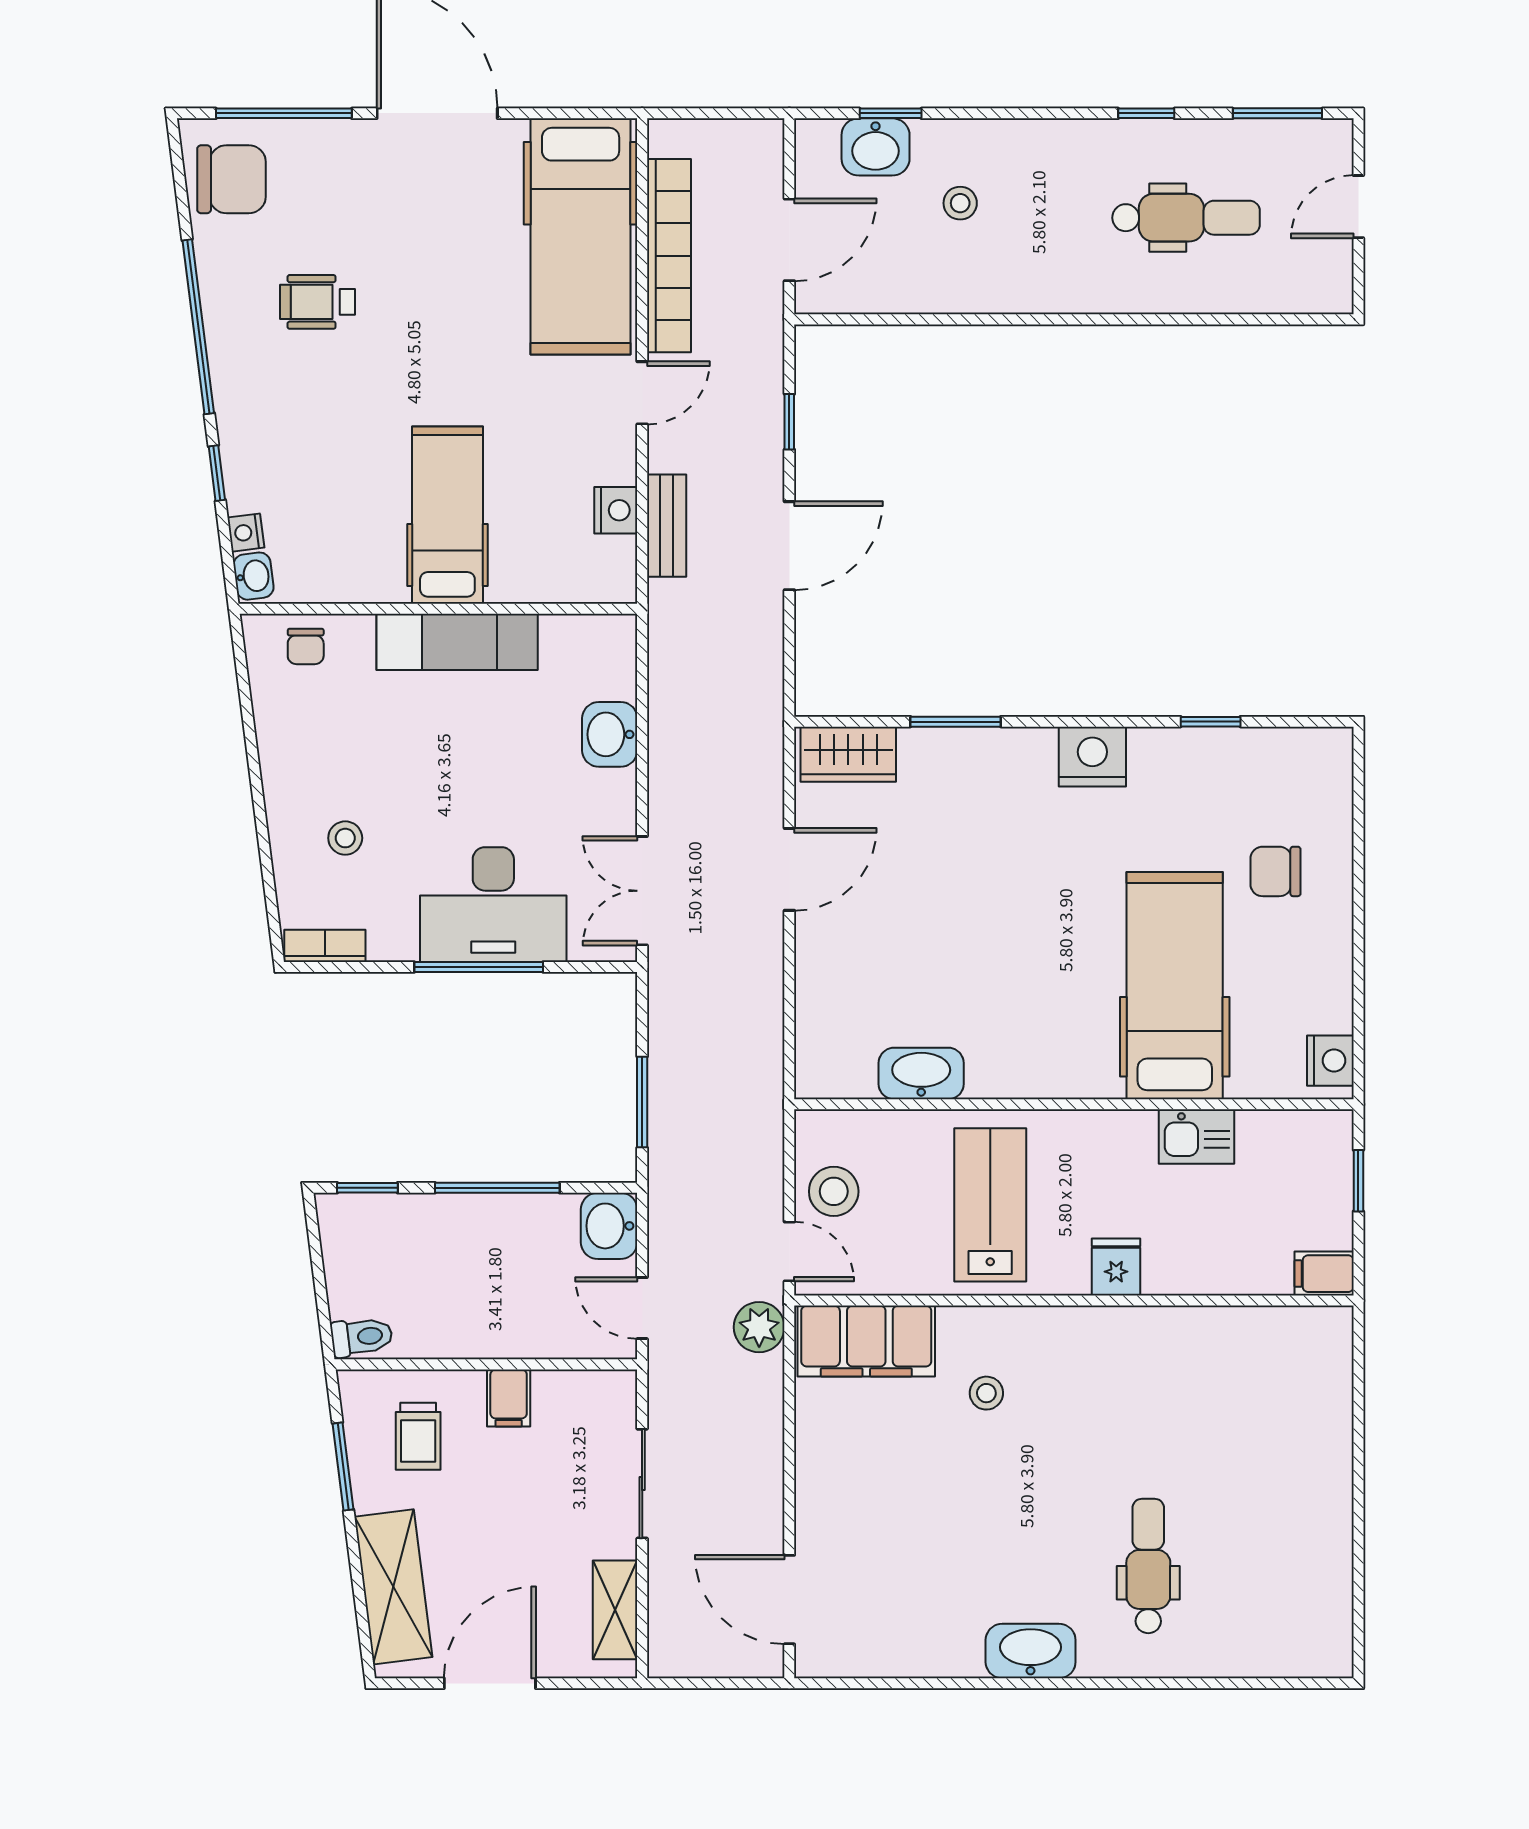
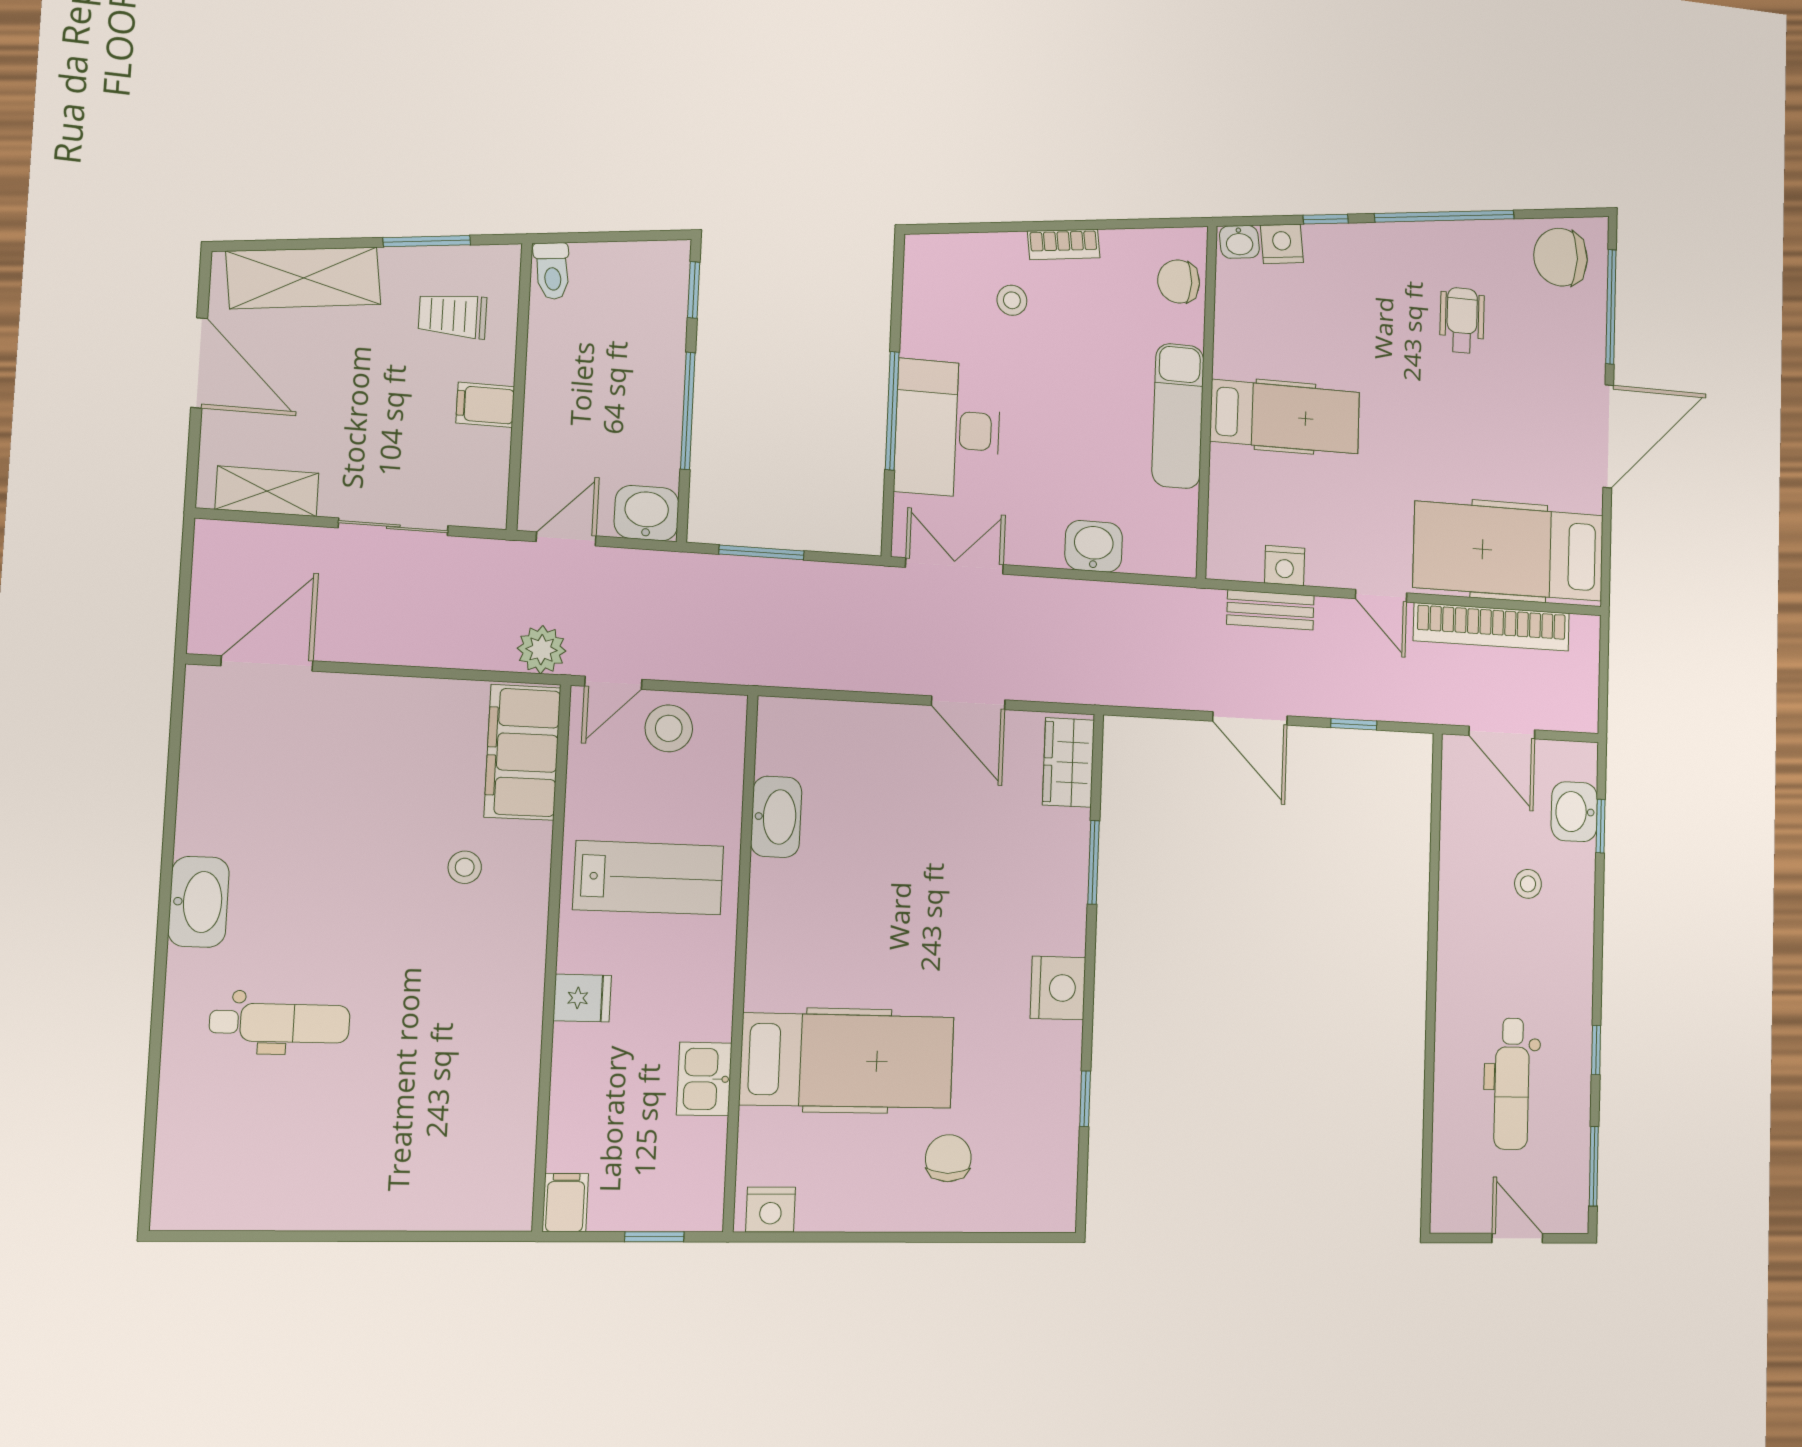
chair: (231, 179) -> (1561, 257), turned 90
nightstand: (246, 533) -> (1282, 244), width x1.39, depth x1.35
chair: (306, 646) -> (1179, 281), width x1.37, depth x1.37
bookcase: (325, 946) -> (1064, 244), moved, turned 83

